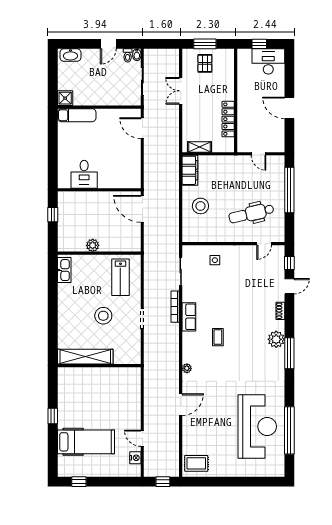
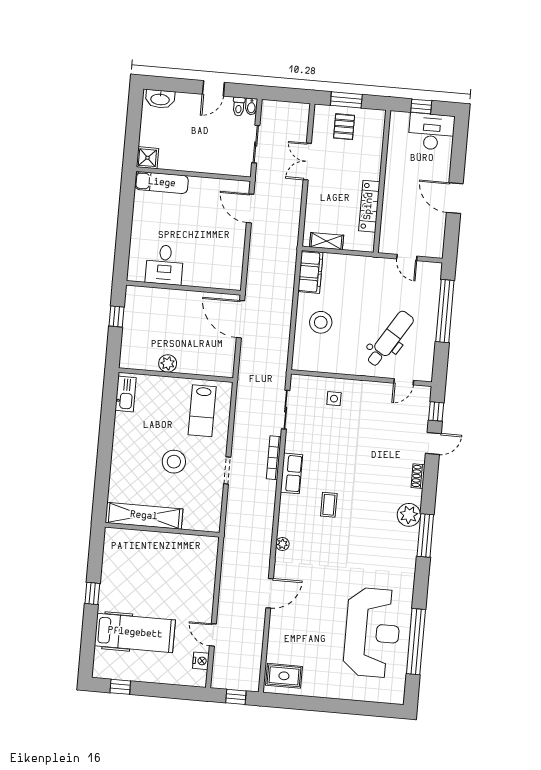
dental chair: (251, 214) -> (390, 339), turned 135

